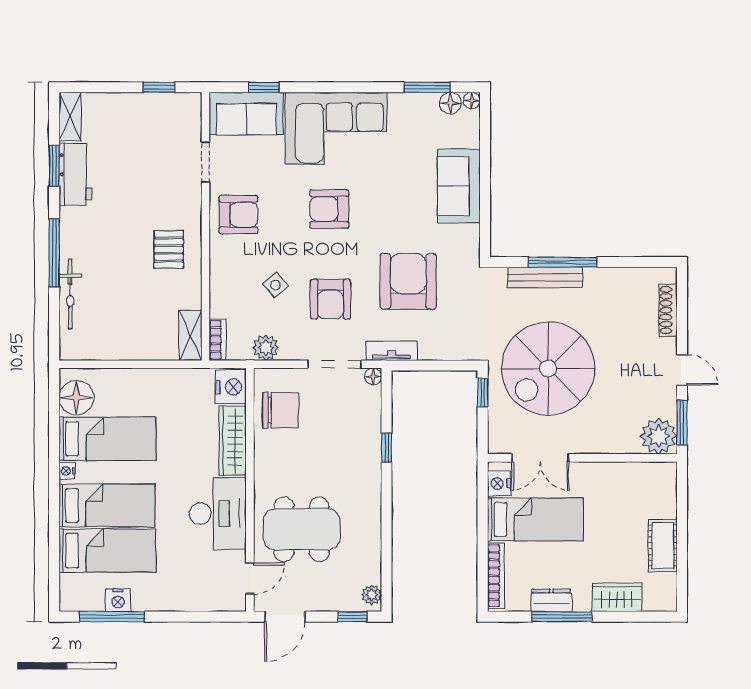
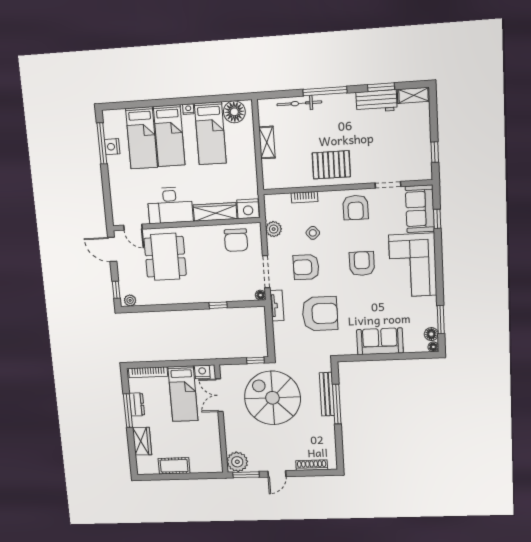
pallet: (169, 249) -> (331, 165), width x1.50, depth x1.42
shelving: (190, 335) -> (267, 143), moved, turned 90
bookcase: (218, 340) -> (304, 197), moved

